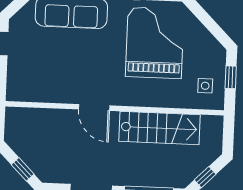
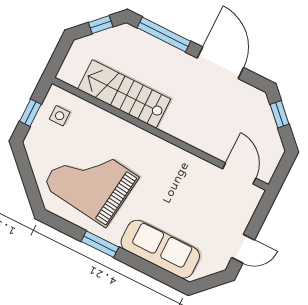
grand piano: (155, 43) -> (91, 181), turned 97
door: (94, 107) -> (239, 173), moved

